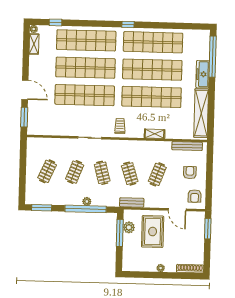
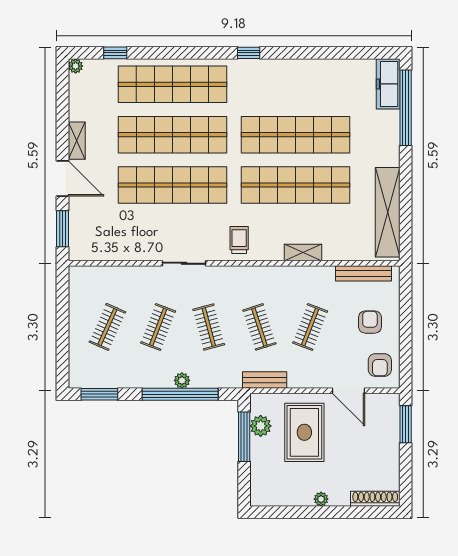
shop shelf: (153, 42) -> (296, 84), removed
shelving: (34, 44) -> (77, 141), moved
freezer: (203, 74) -> (388, 84), moved

